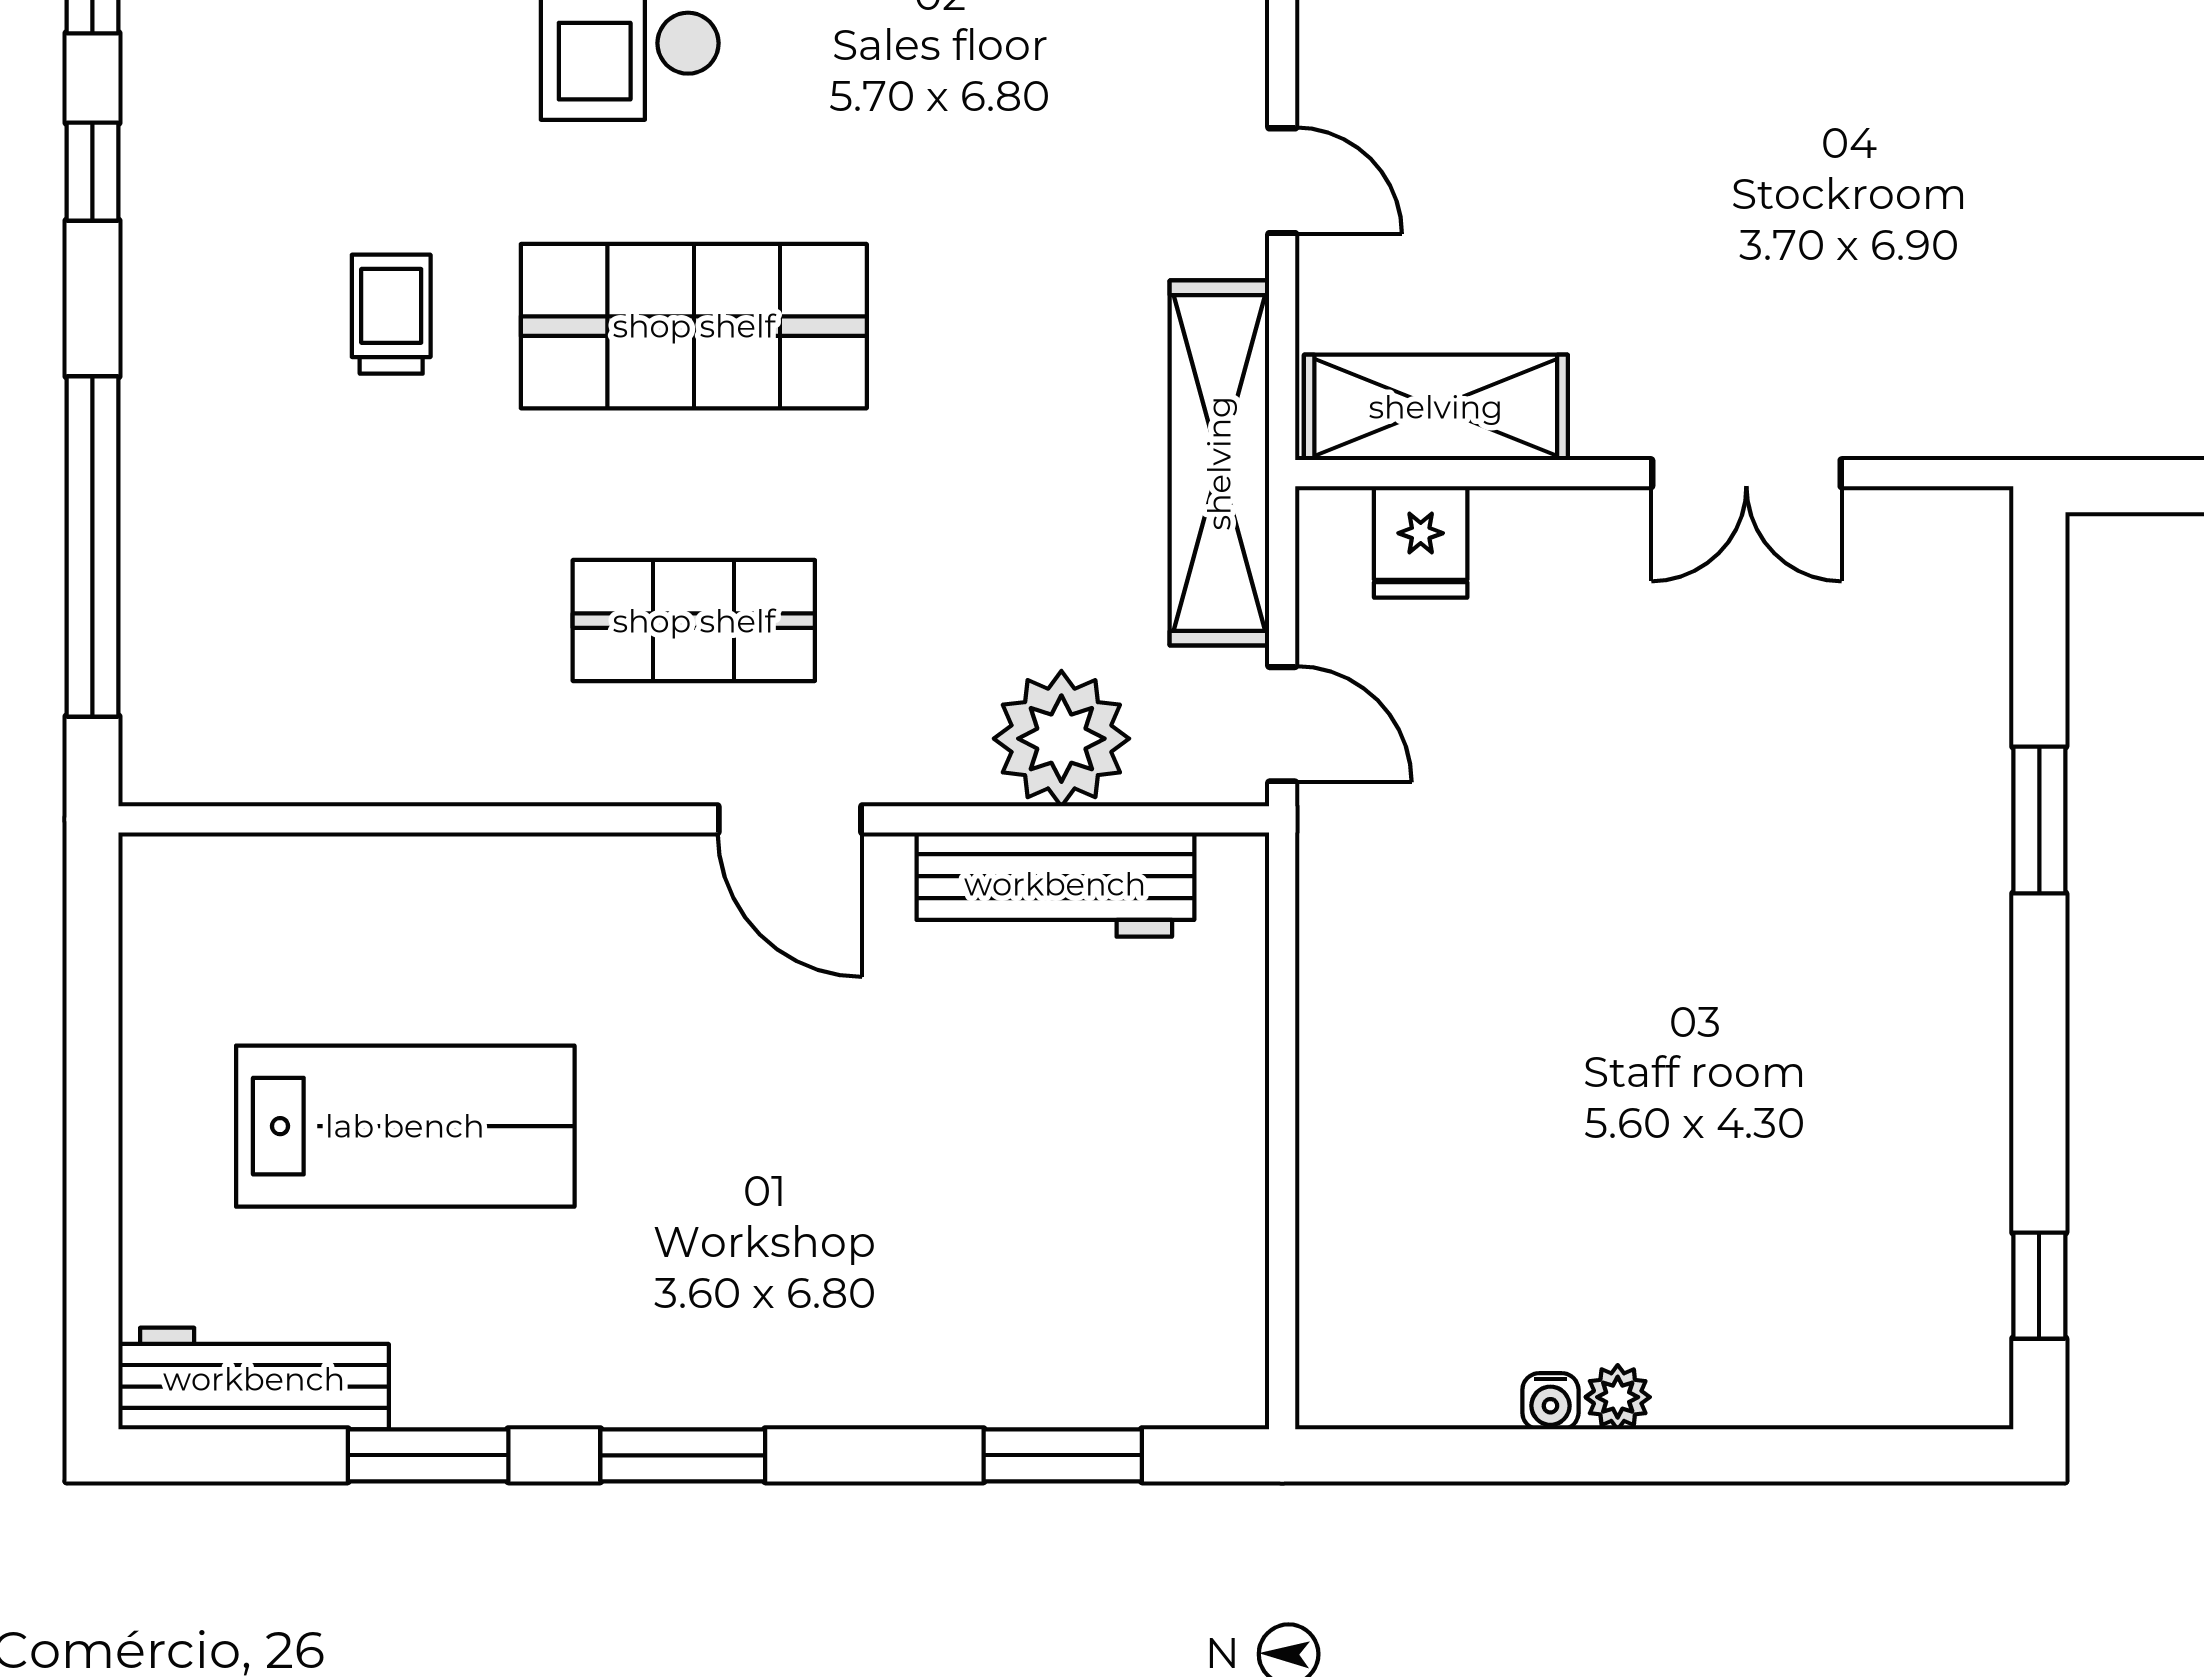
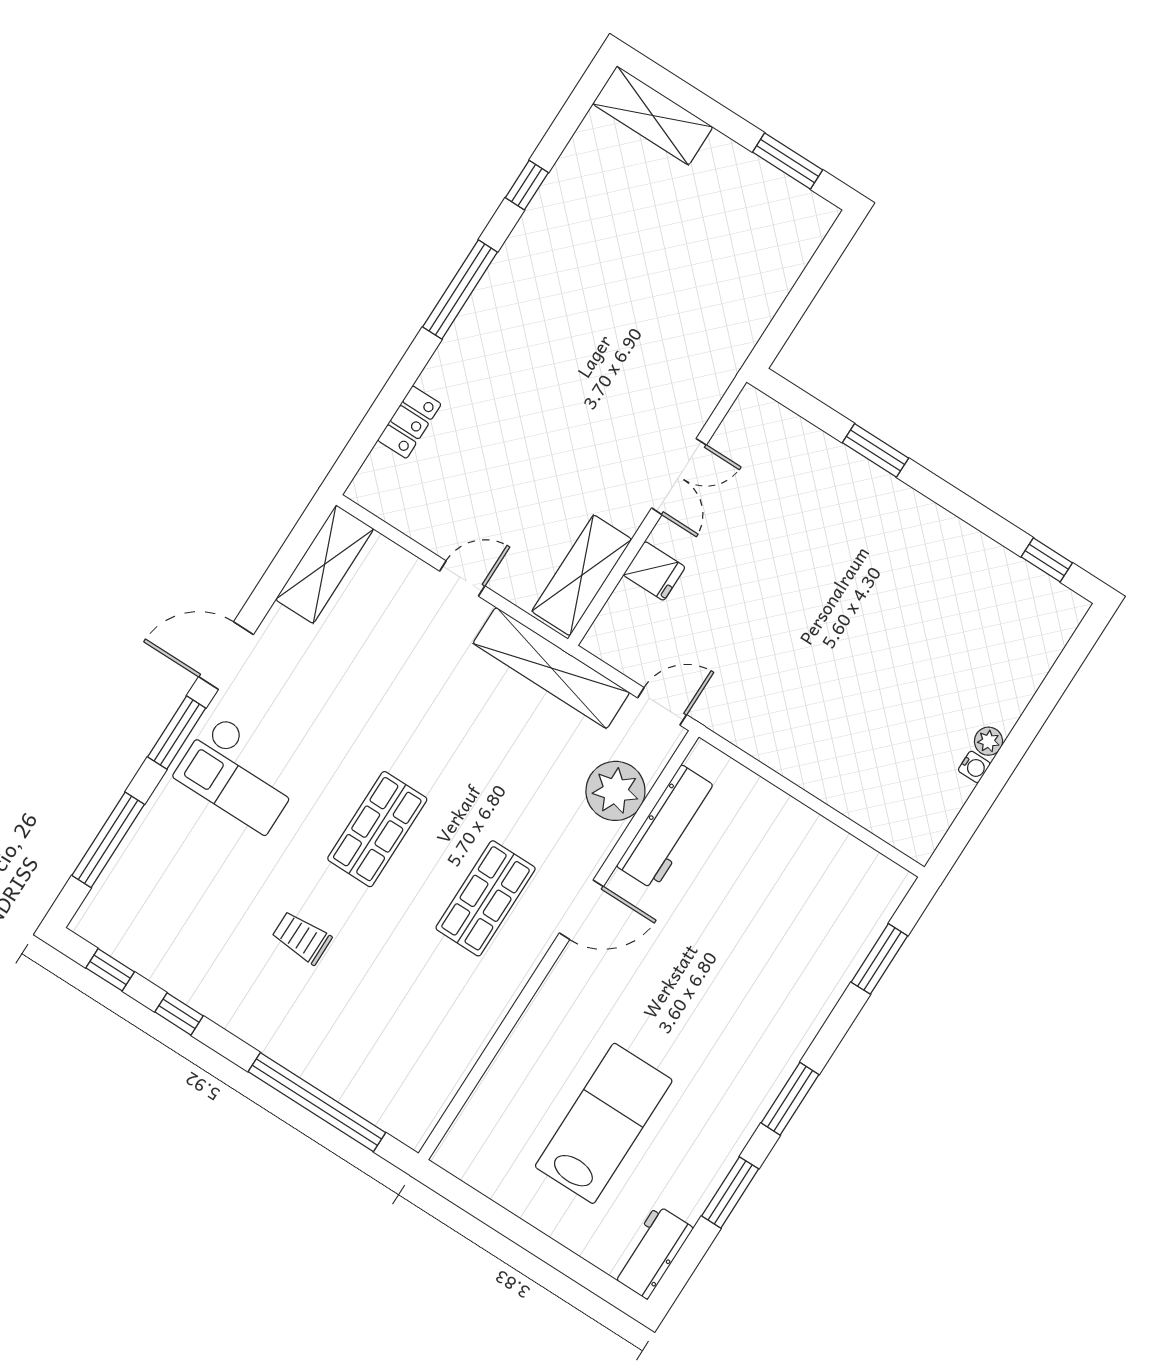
shop shelf: (694, 326) -> (377, 829), width x0.70, depth x0.74
fridge: (1421, 542) -> (654, 571), moved
workbench: (254, 1379) -> (652, 1252), width x0.73

